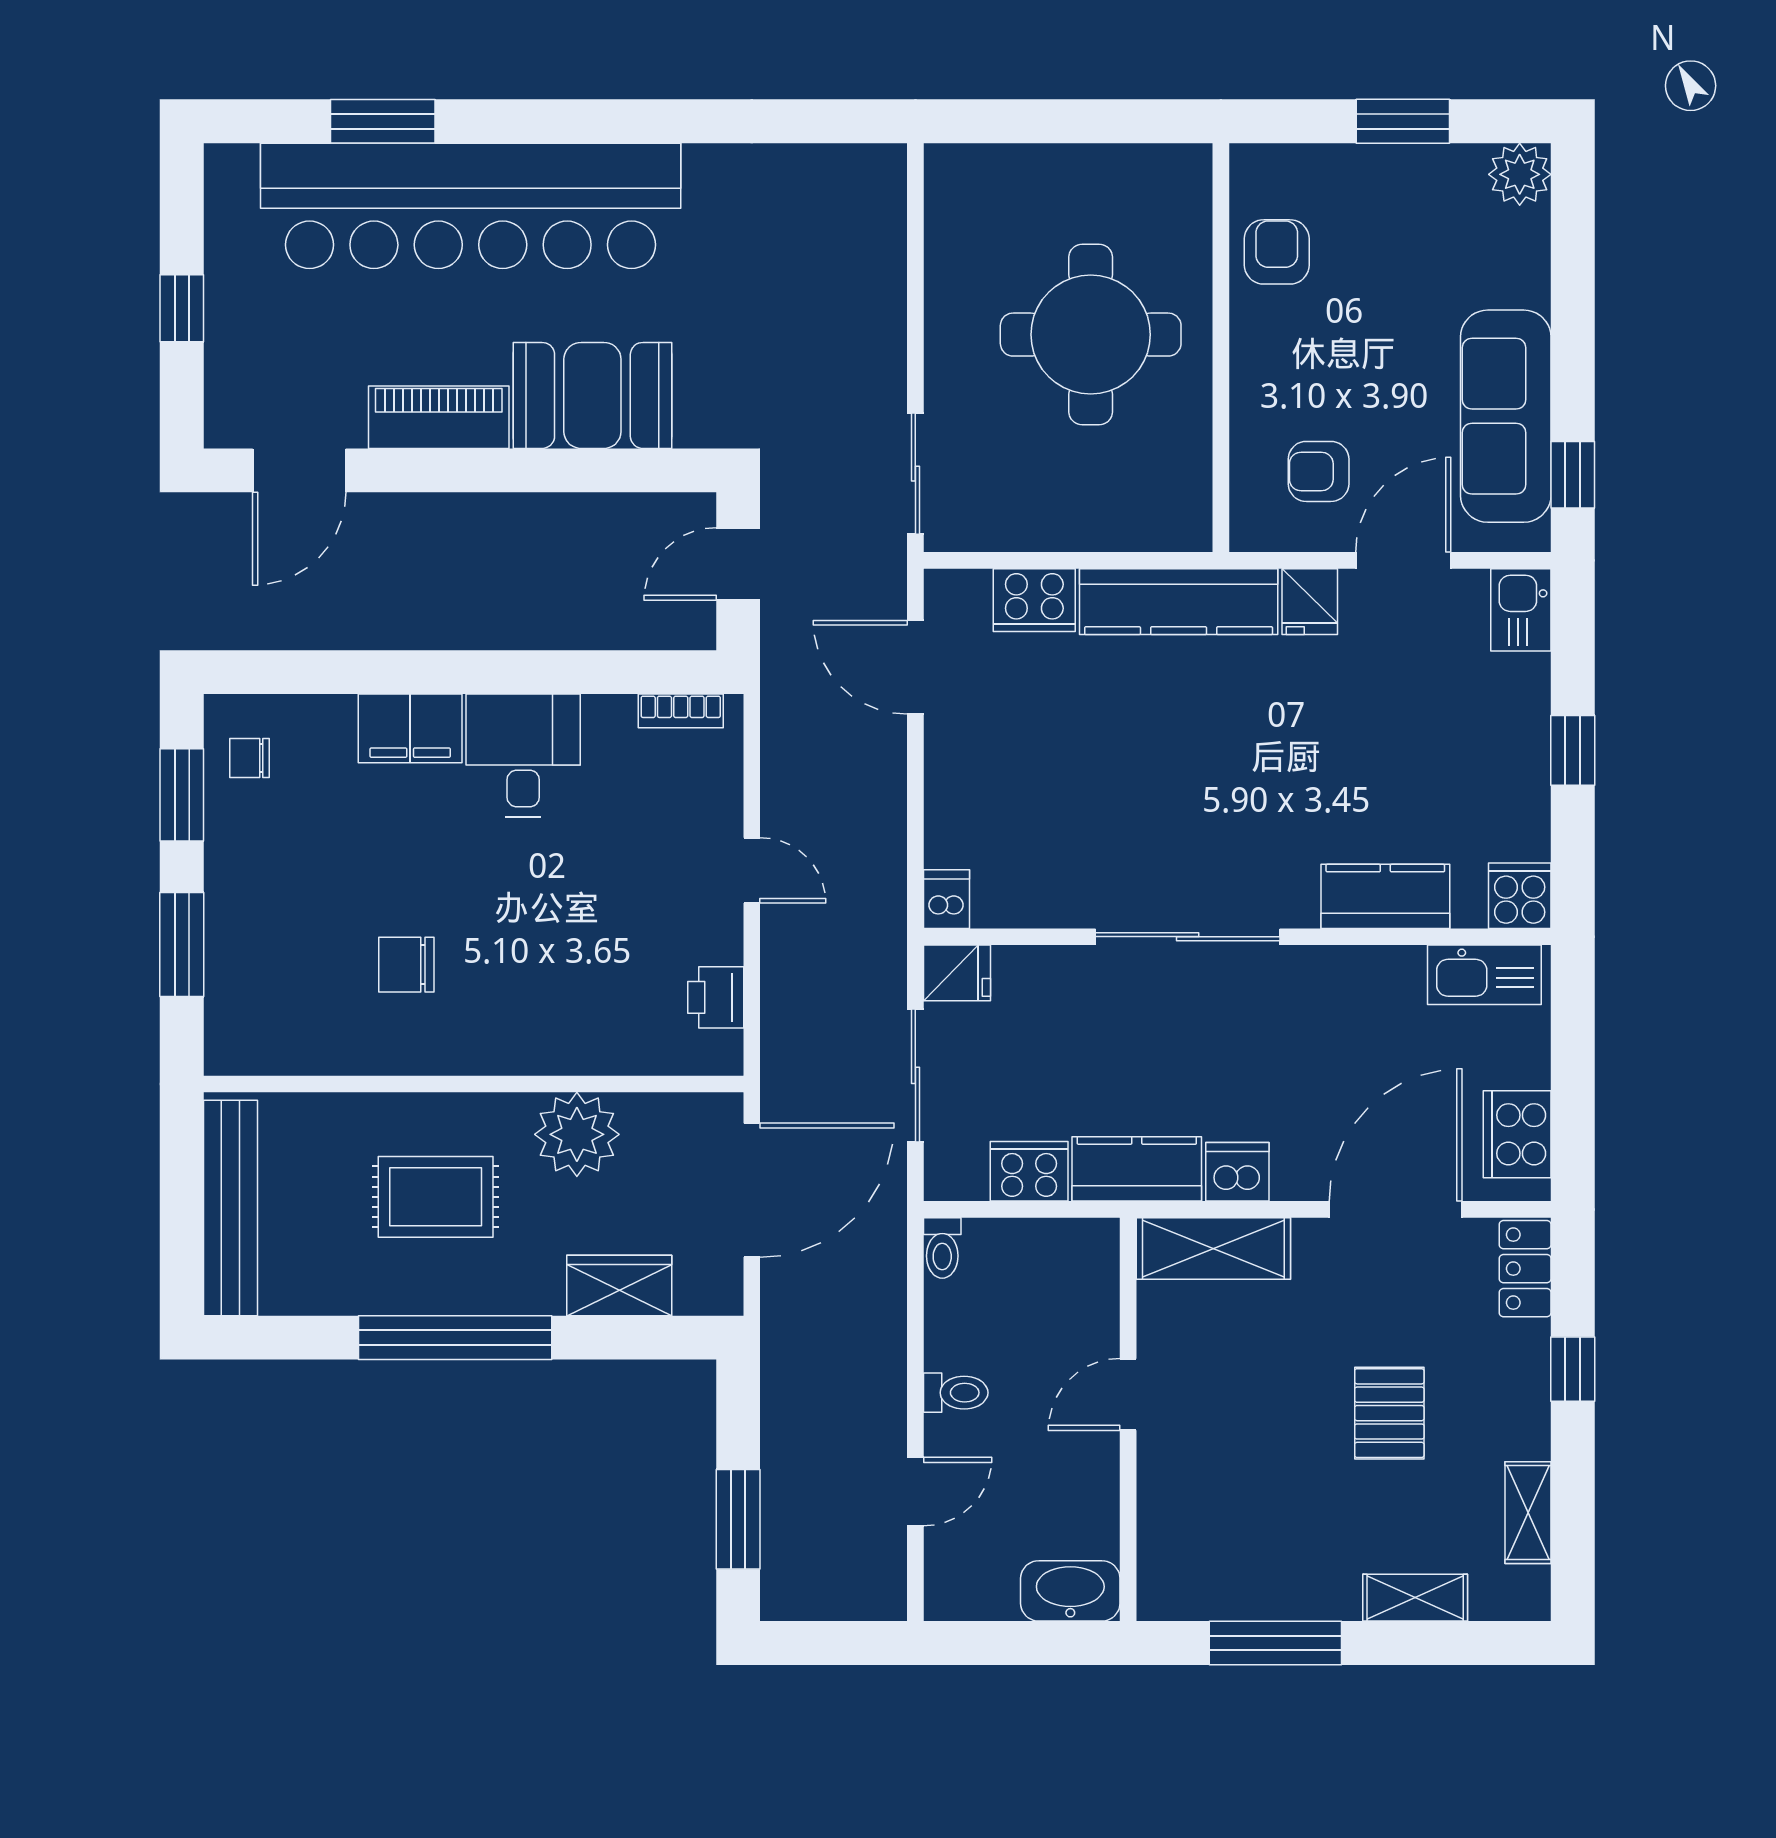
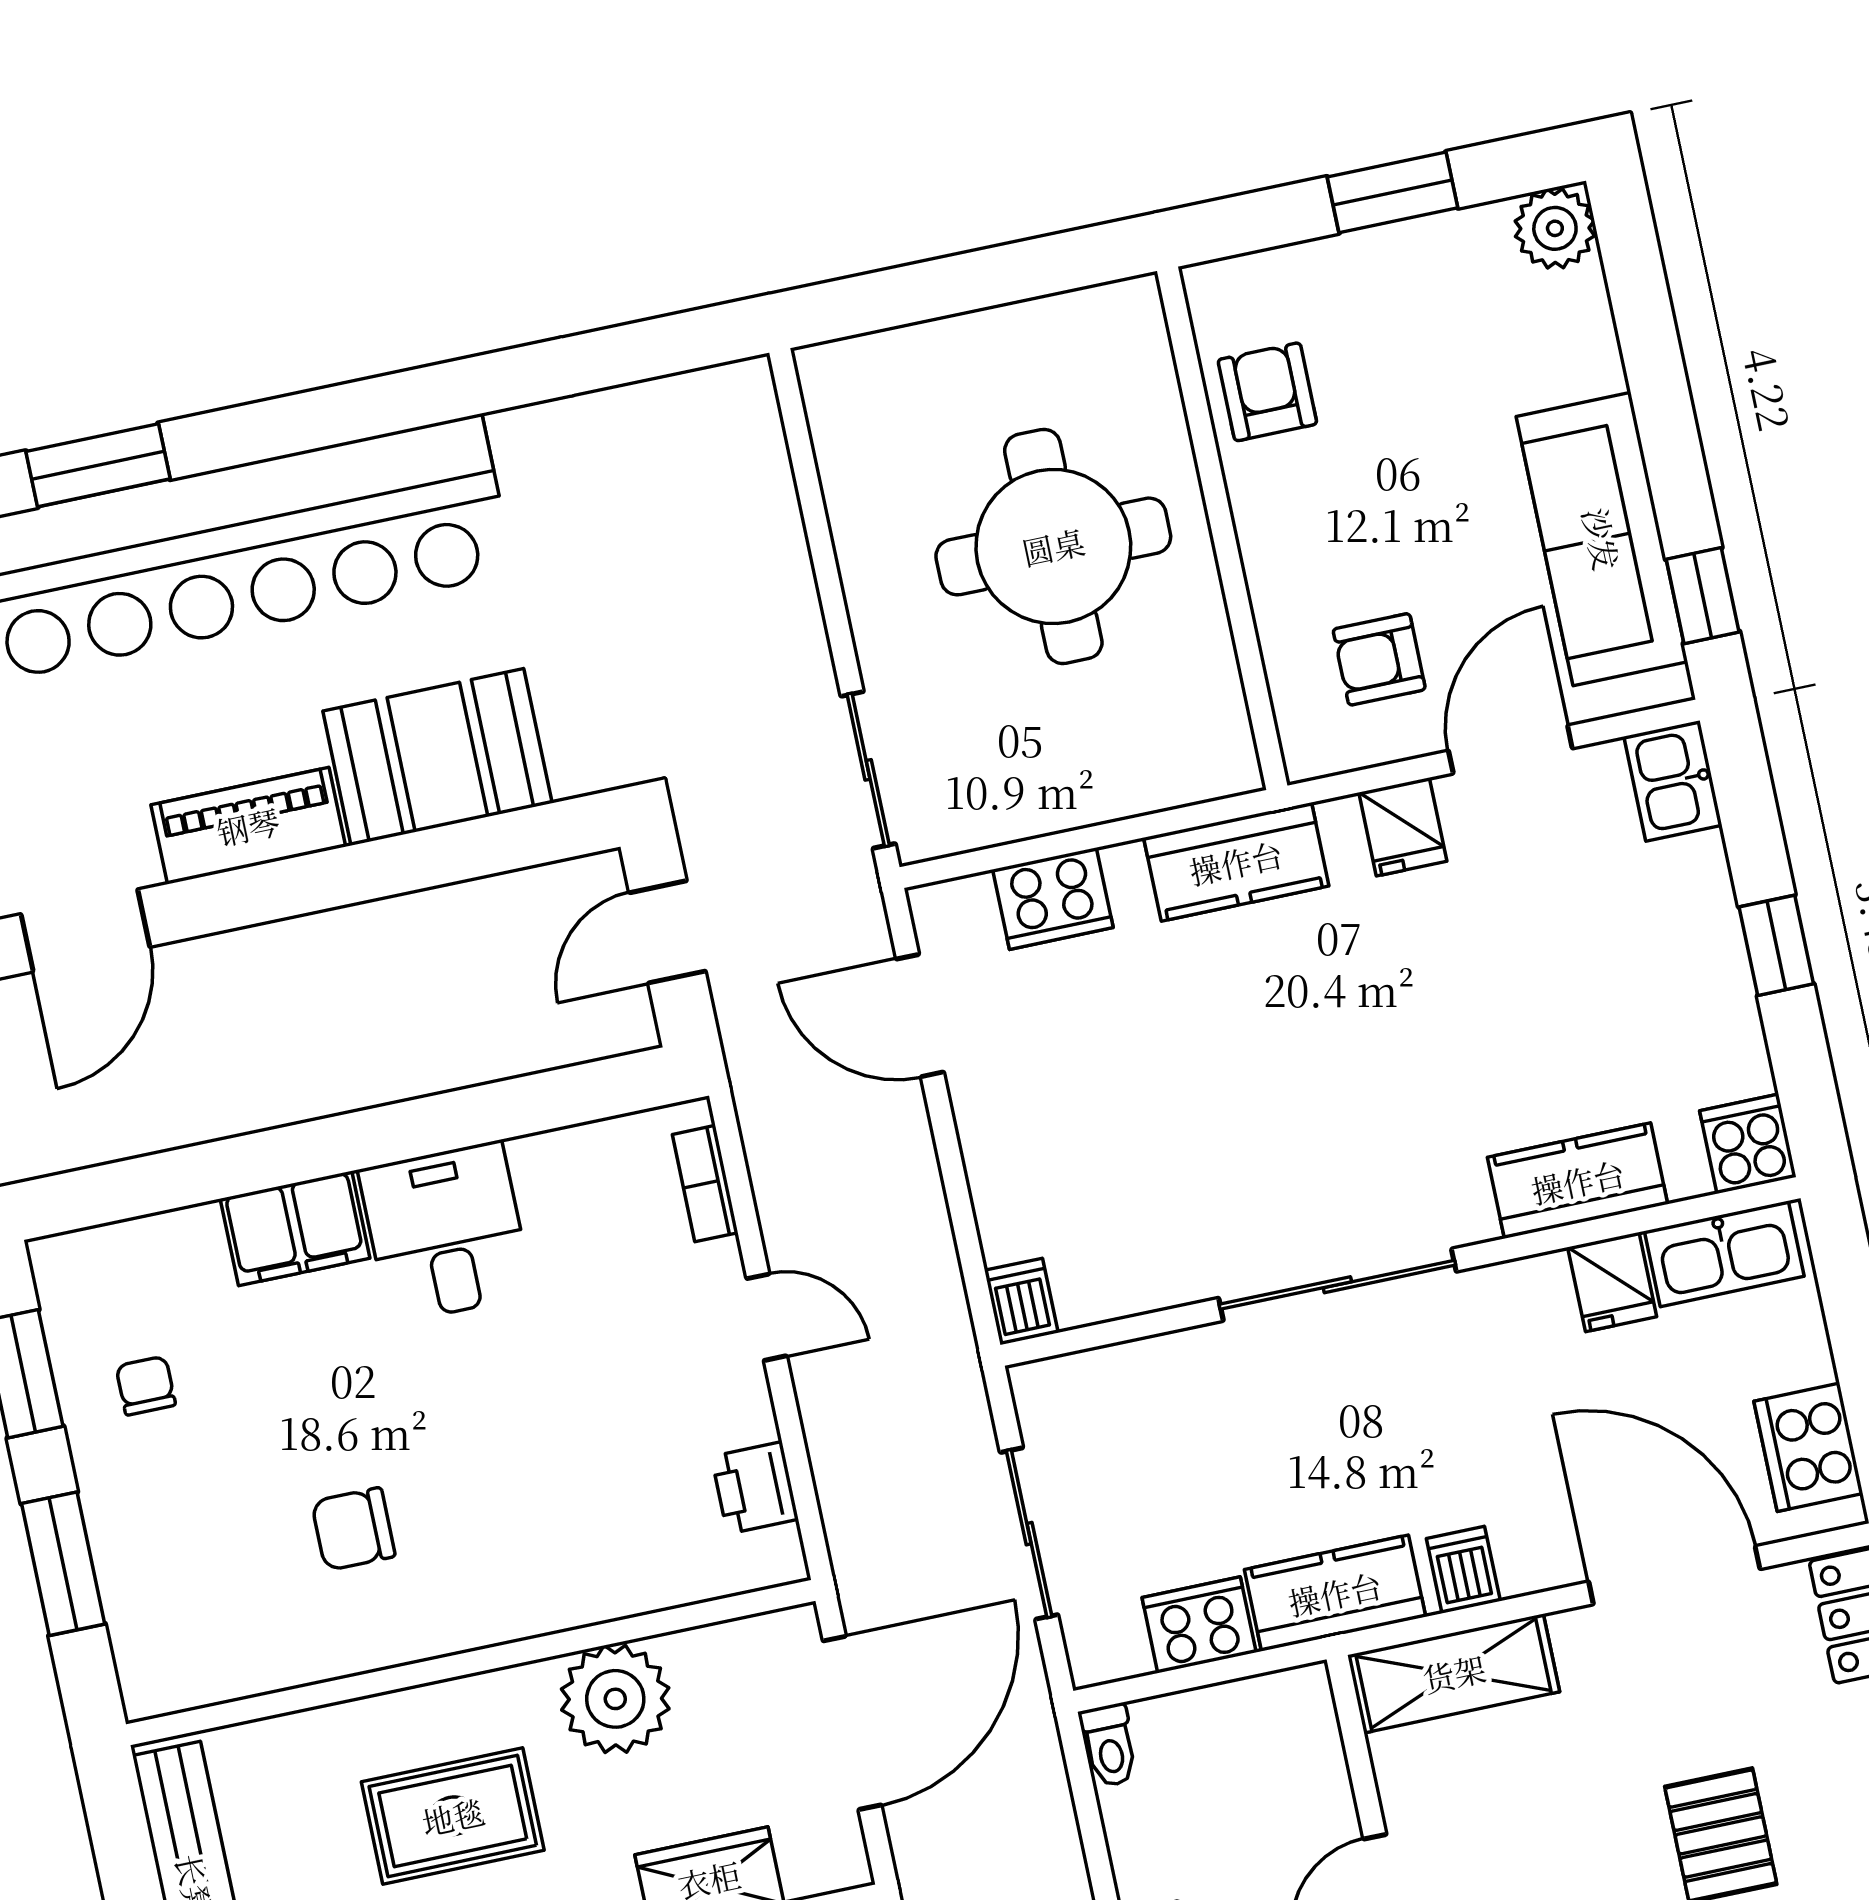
kitchen counter: (1179, 602) -> (1236, 862), width x0.67
bookcase: (681, 711) -> (705, 1184), moved, turned 90
chair: (249, 758) -> (146, 1386), moved, turned 90
fridge: (957, 973) -> (1612, 1282), moved, turned 90
dishwasher: (1237, 1172) -> (1463, 1570), width x0.73
door: (1396, 1209) -> (1674, 1575), hinge flipped

